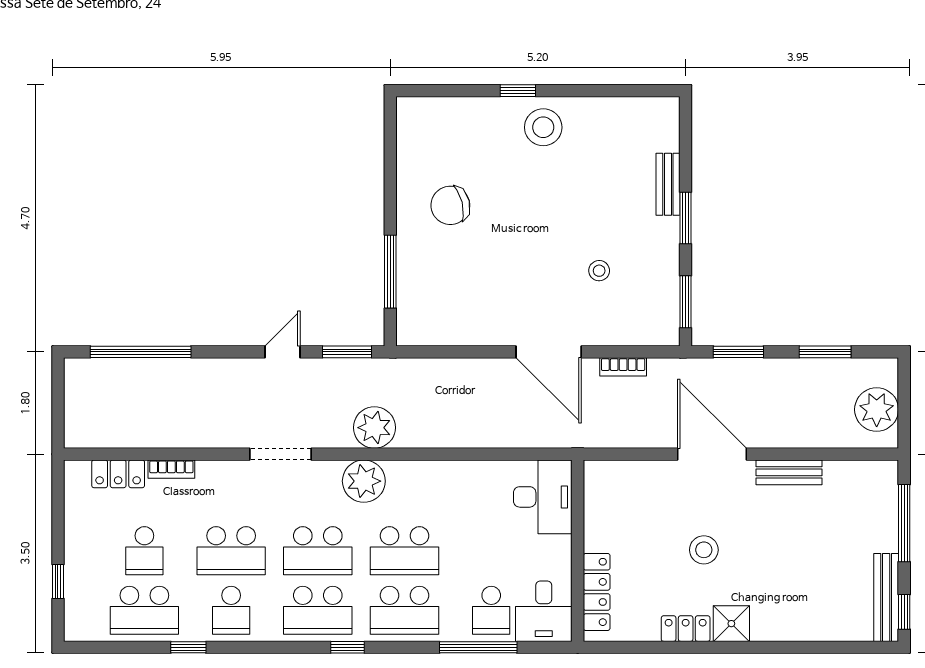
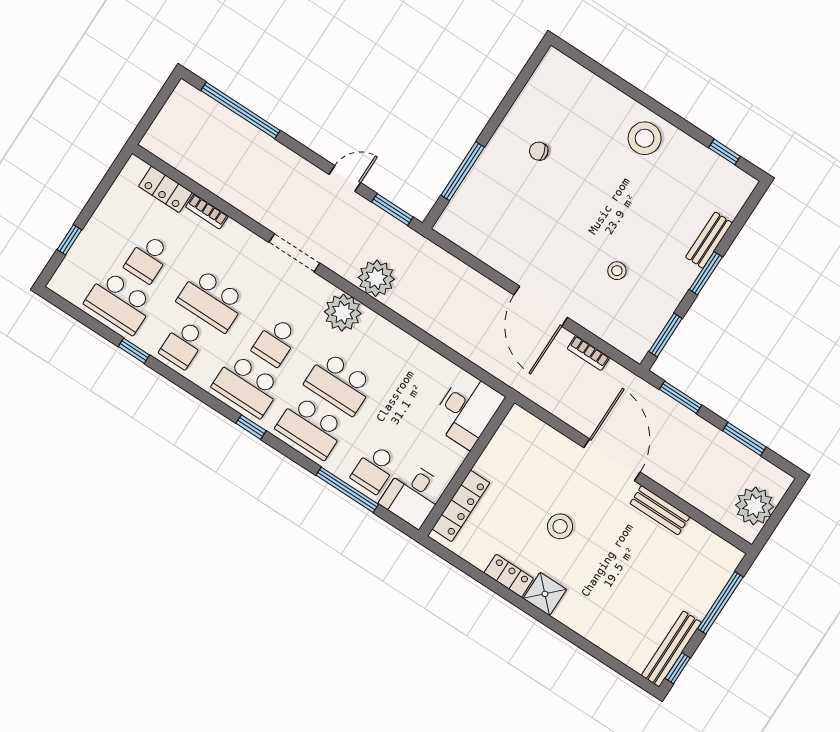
window: (518, 91) -> (724, 152), moved
chair: (450, 205) -> (539, 151), width x0.54, depth x0.54
school desk: (318, 551) -> (275, 342), width x0.54

